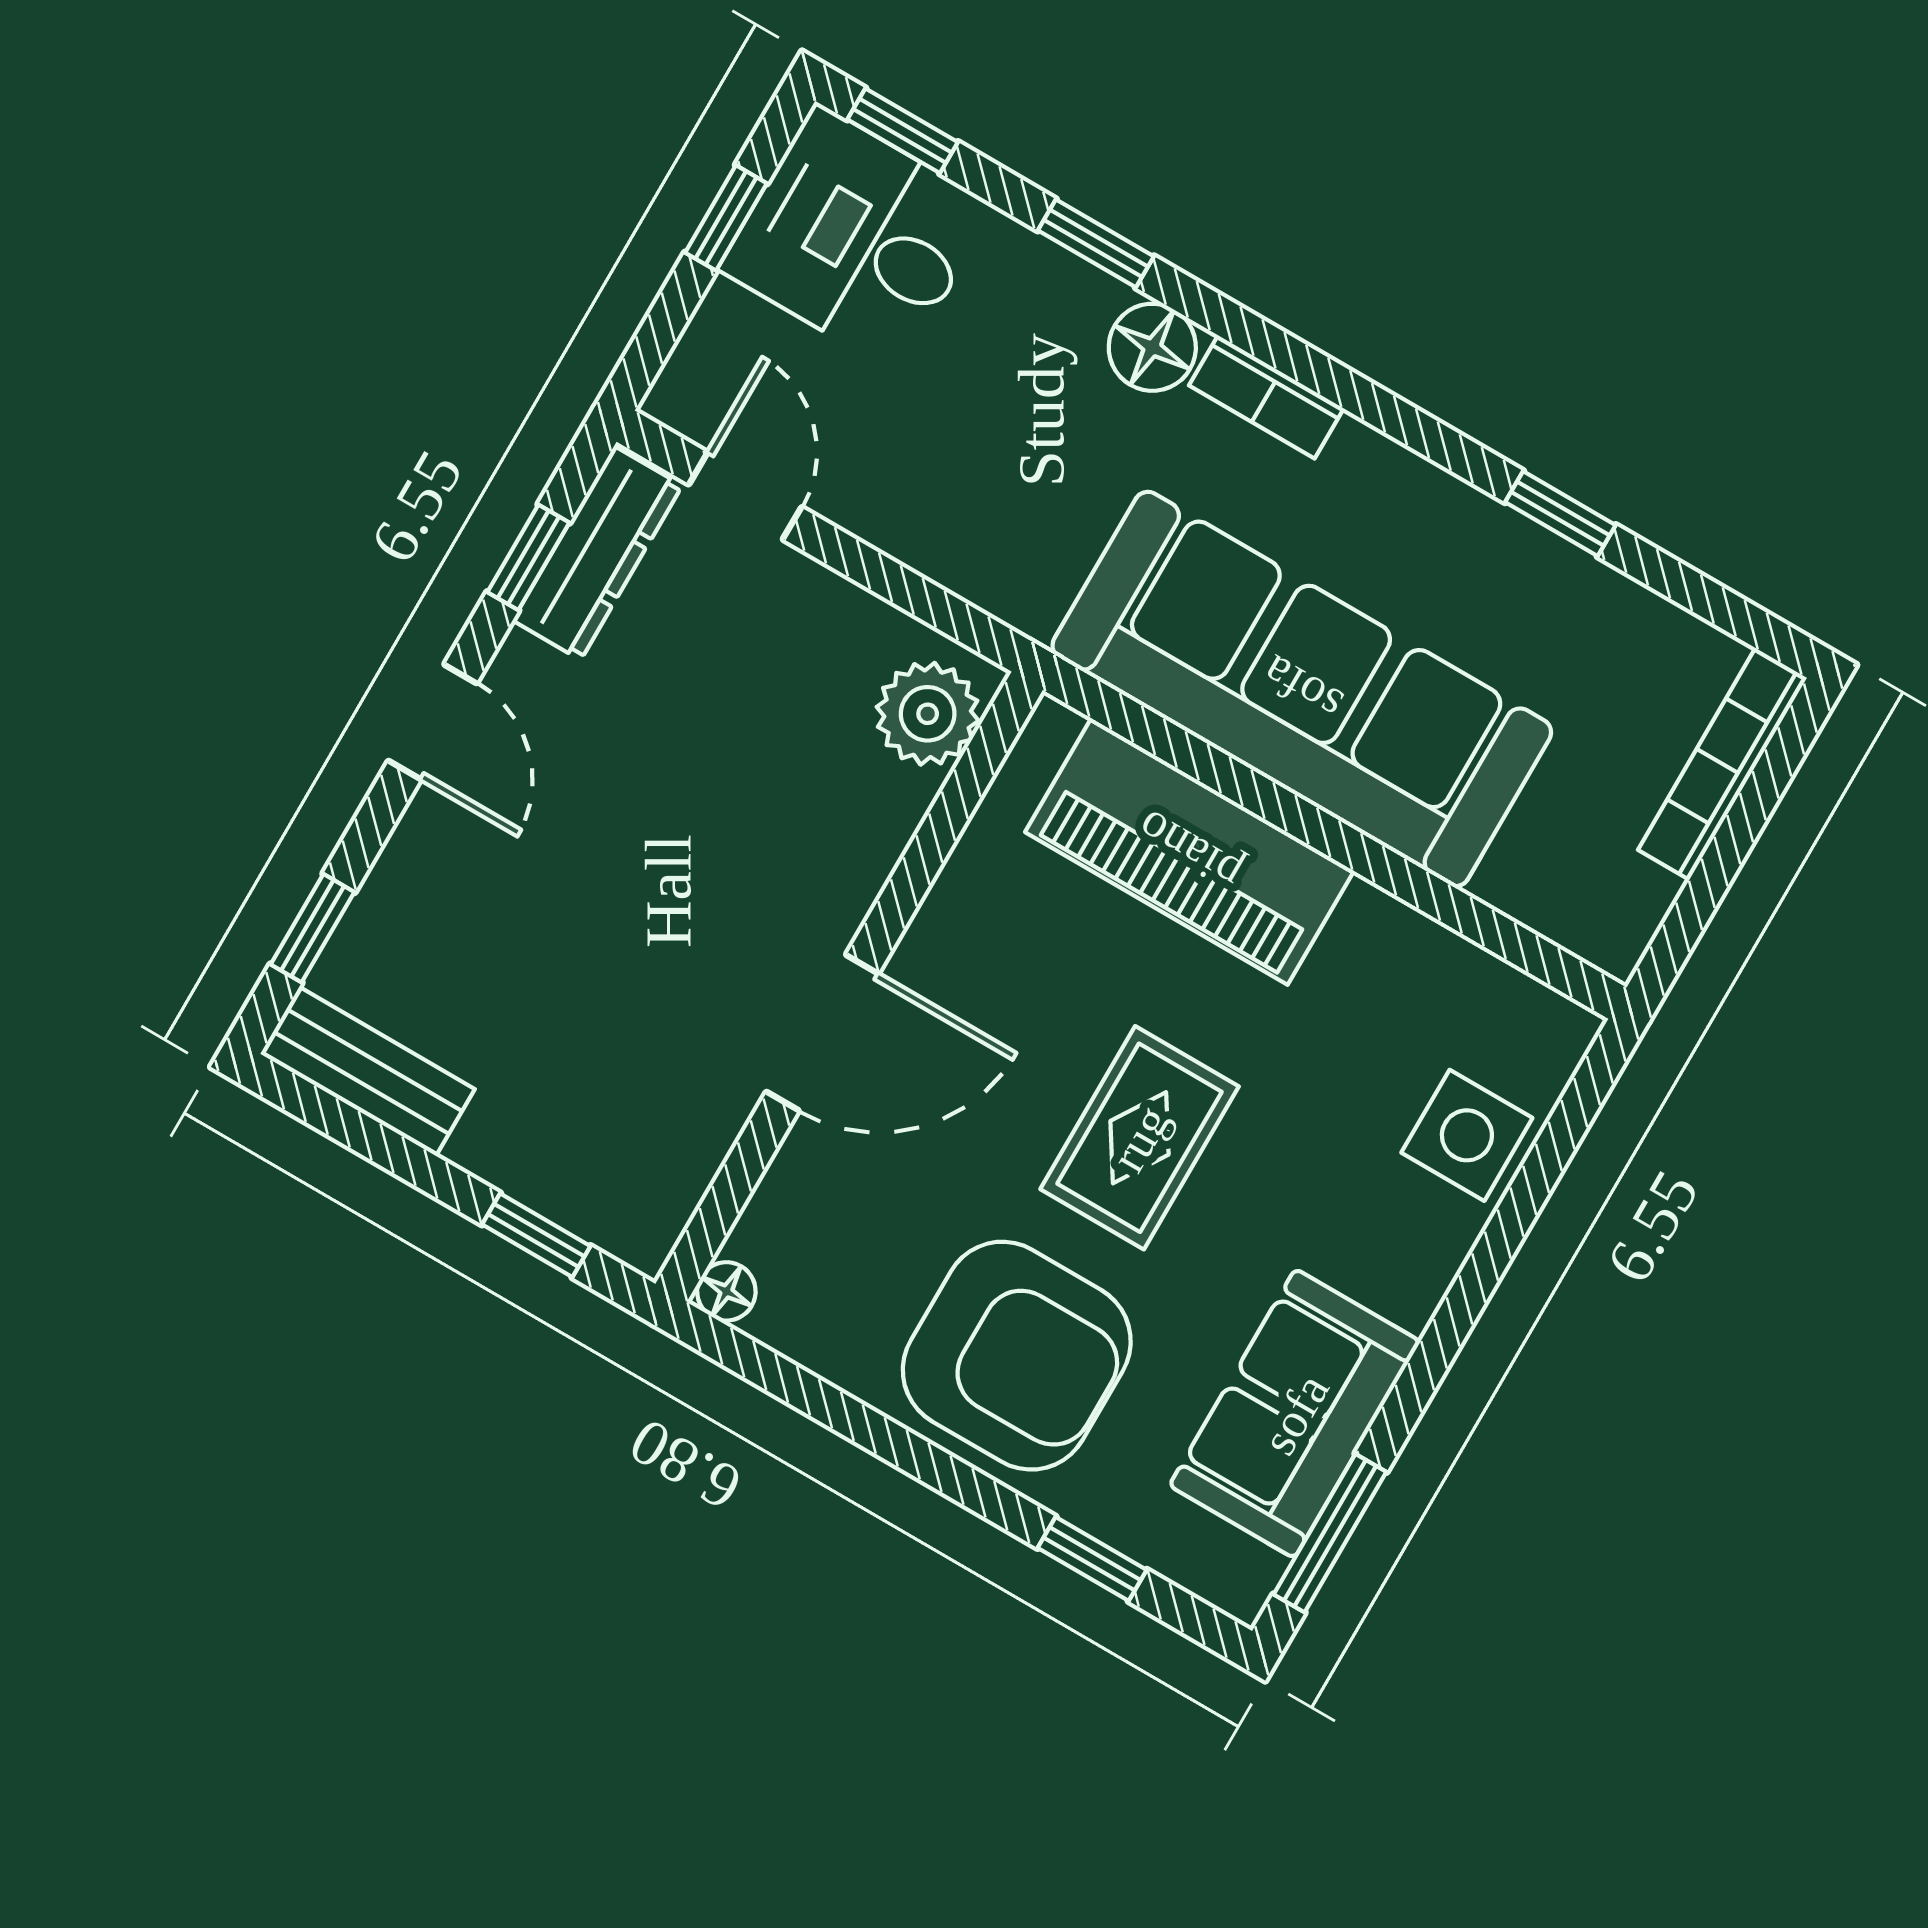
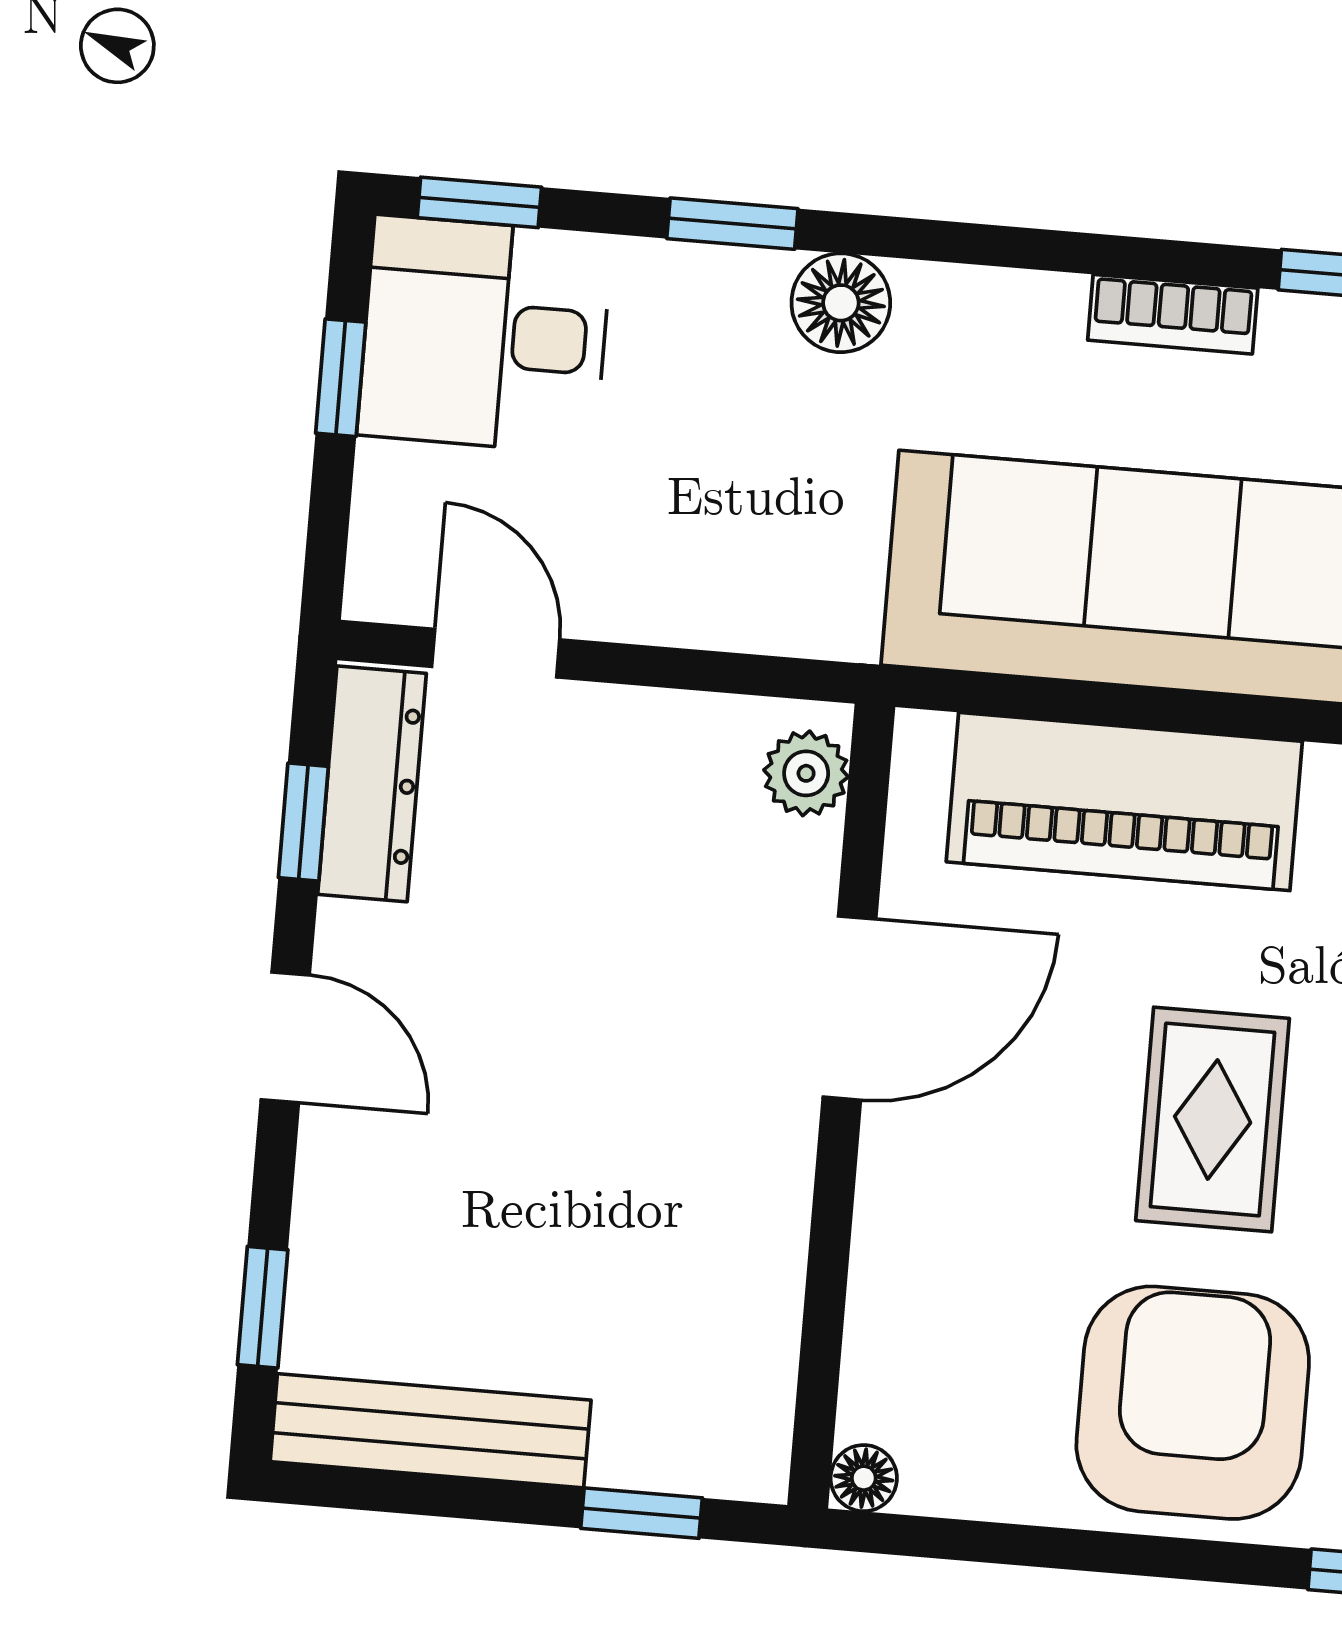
bookcase: (1266, 397) -> (1173, 314), moved
plant: (928, 714) -> (806, 773), width x0.73, depth x0.73
door: (822, 1033) -> (850, 1008), moved
bench: (368, 1071) -> (431, 1431), width x1.36
armchair: (1017, 1356) -> (1193, 1403), turned -90

